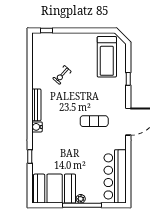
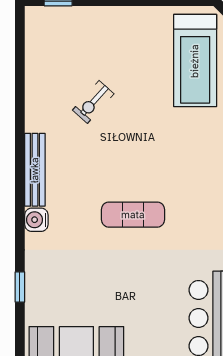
exercise mat: (94, 121) -> (133, 215), moved

